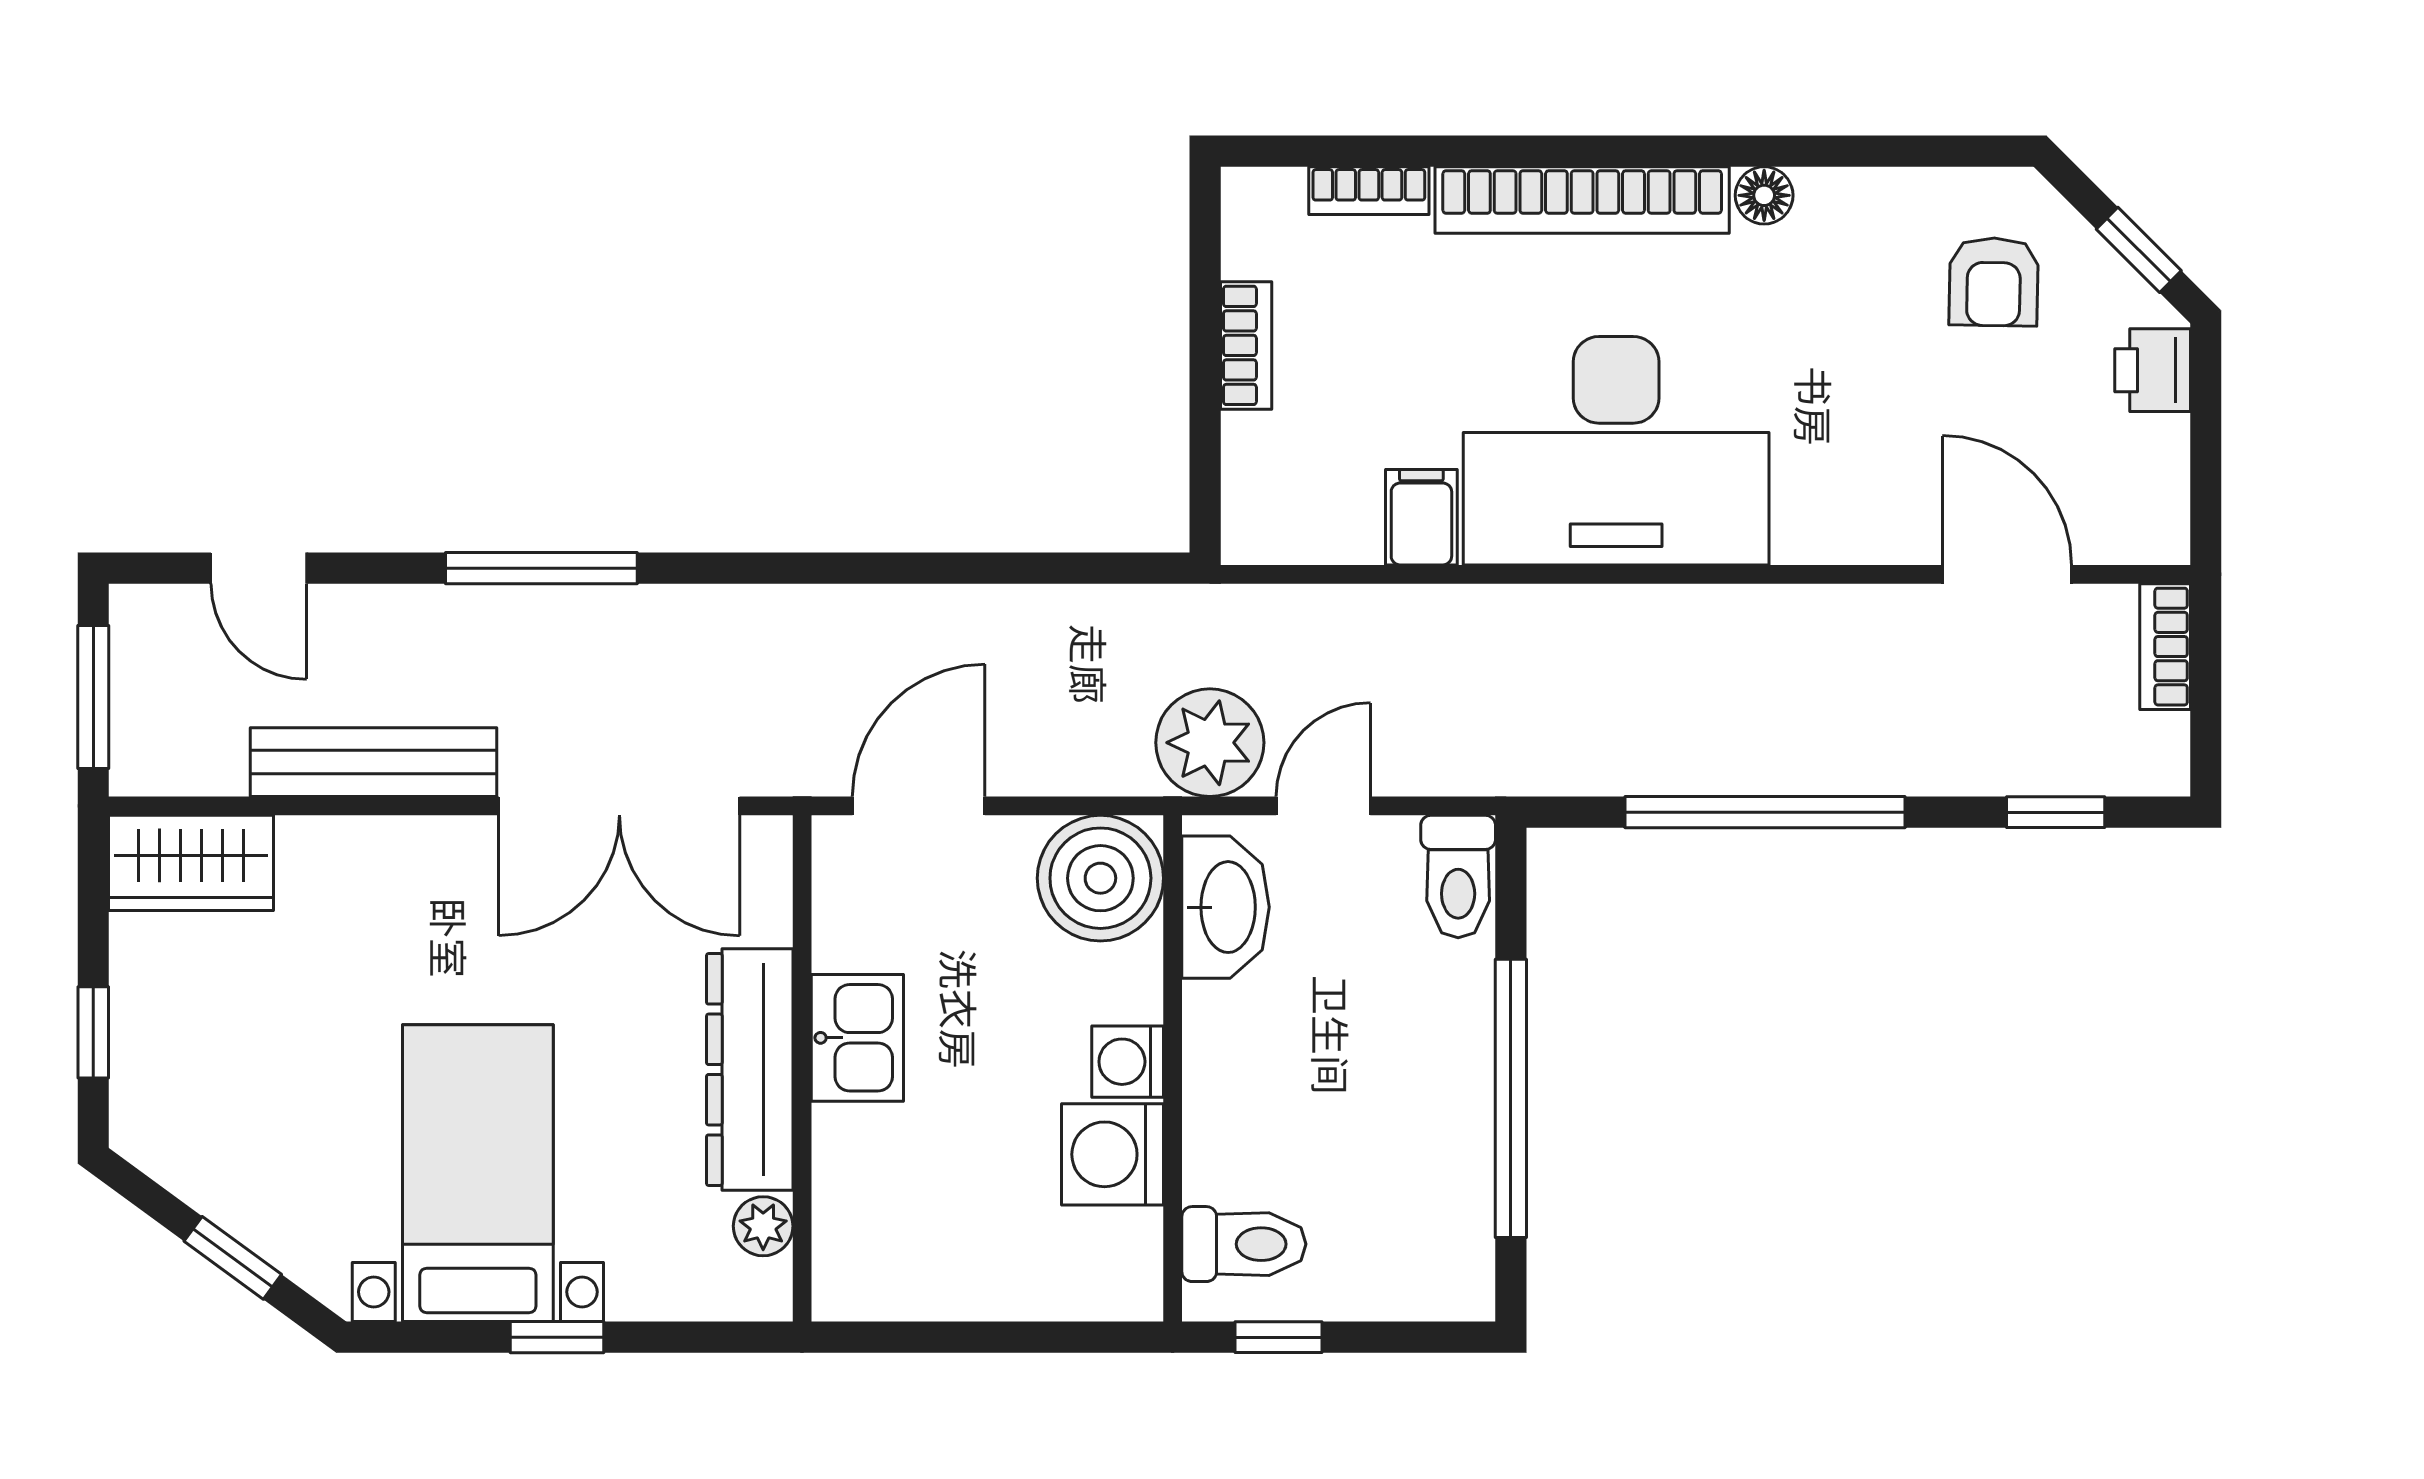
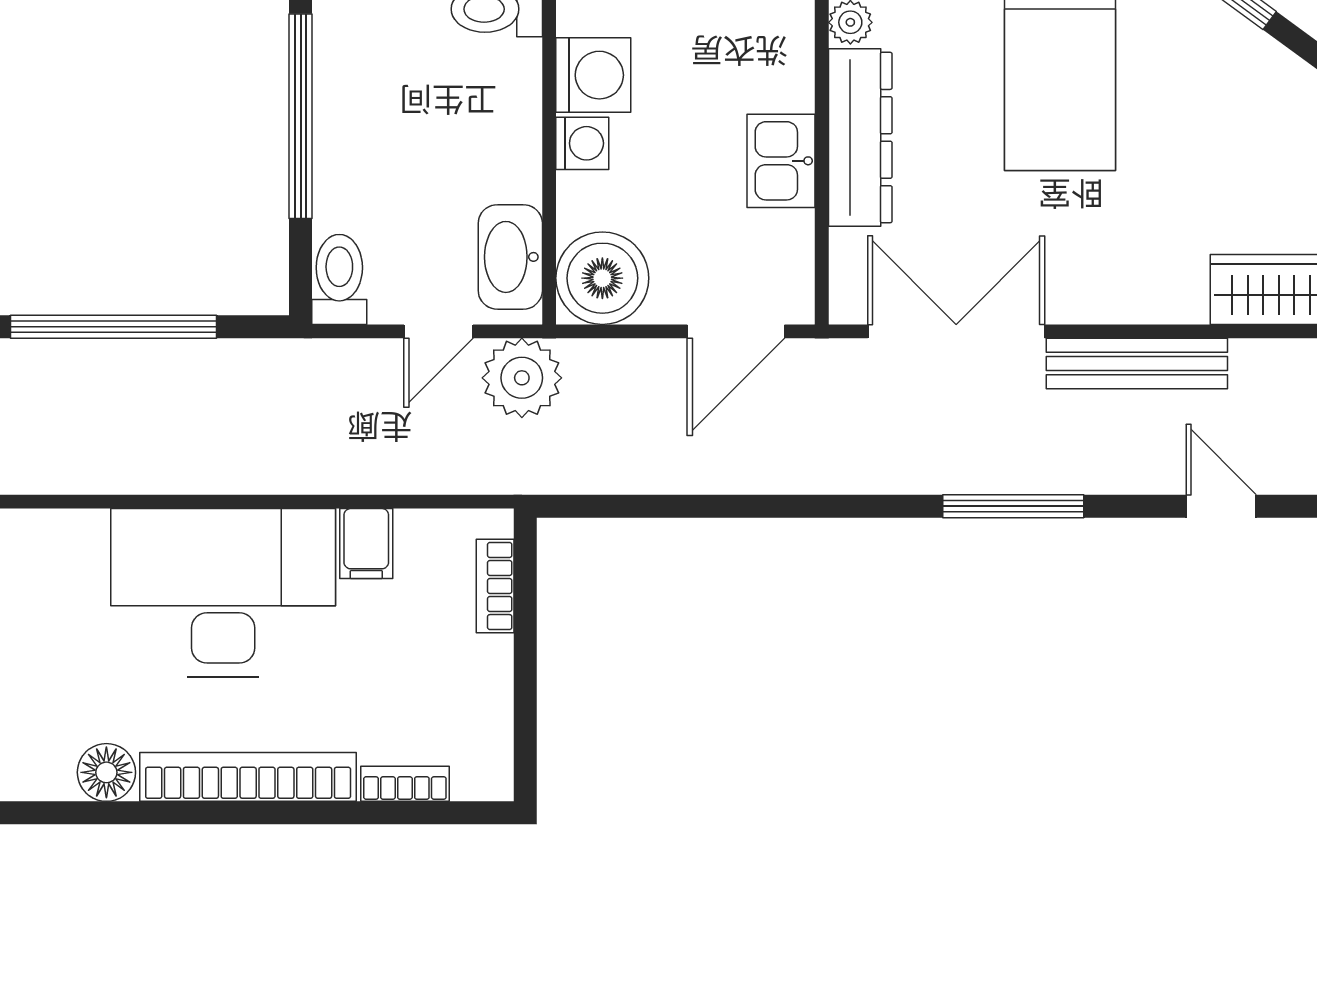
floor lamp: (1764, 195) -> (106, 772), width x1.37, depth x1.37
bookcase: (1246, 345) -> (495, 586), moved

